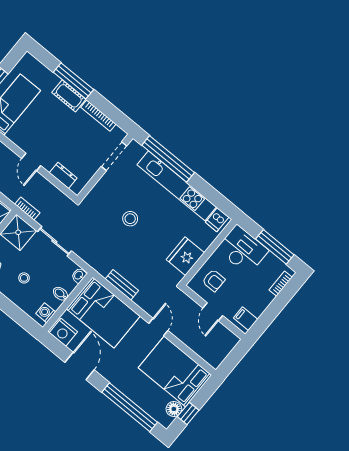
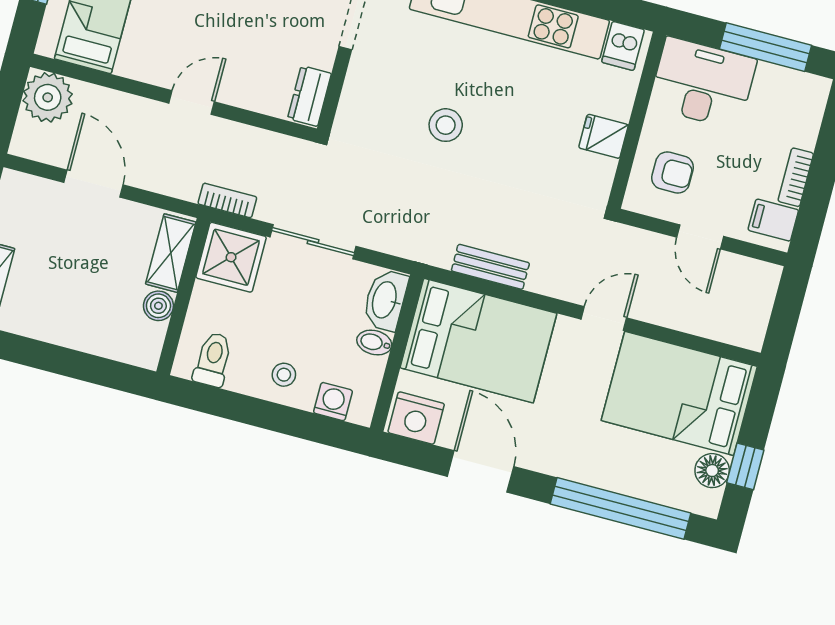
door: (31, 162) -> (192, 103), swing flipped
dresser: (63, 175) -> (309, 96), moved, turned -90
fridge: (185, 256) -> (604, 136), width x0.53, depth x0.75
washbasin: (79, 275) -> (385, 300), width x1.91, depth x1.45
stool: (24, 278) -> (284, 375), moved
bookcase: (281, 284) -> (796, 177), moved
washing machine: (46, 313) -> (333, 402), moved, turned 90
door: (158, 327) -> (604, 318), hinge flipped

